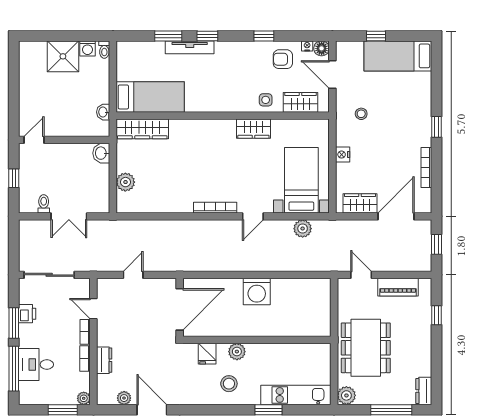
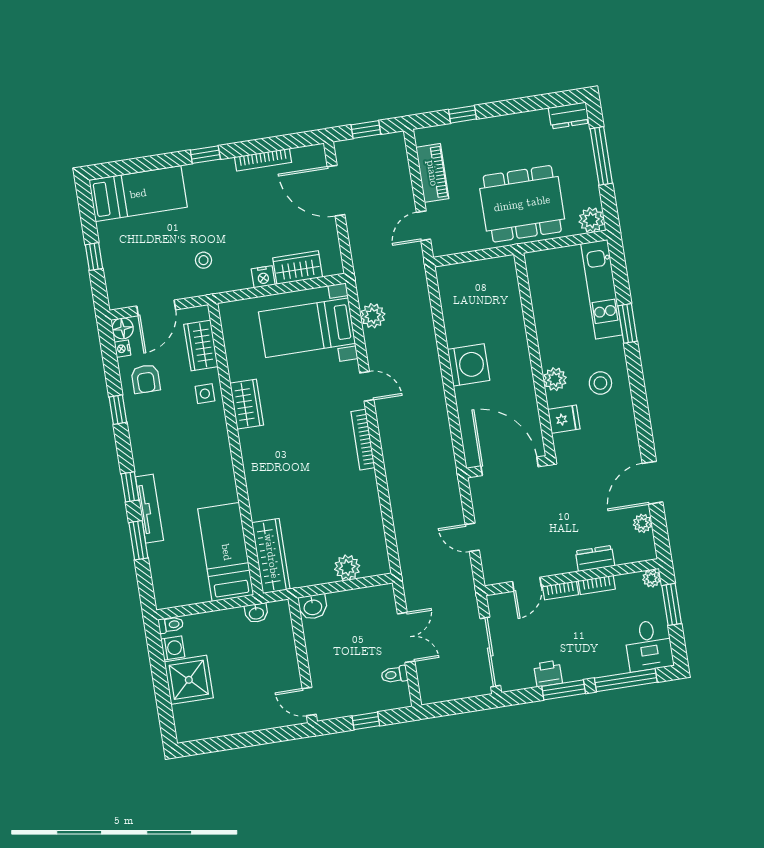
bed: (398, 56) -> (138, 194), moved, turned -90
wardrobe: (360, 203) -> (298, 268), moved, turned 90
desk: (36, 365) -> (649, 645), moved

